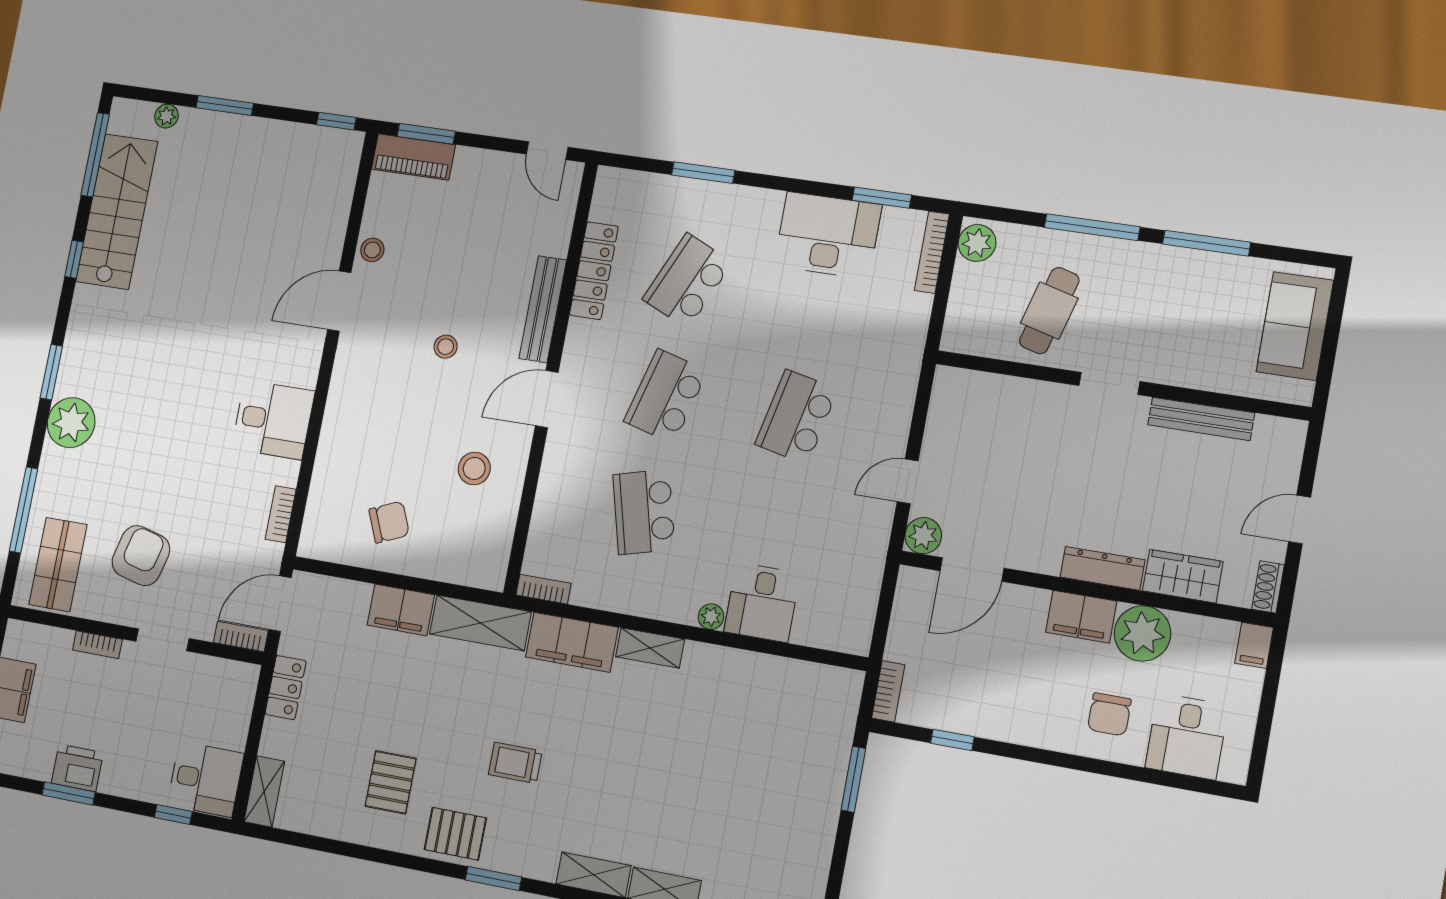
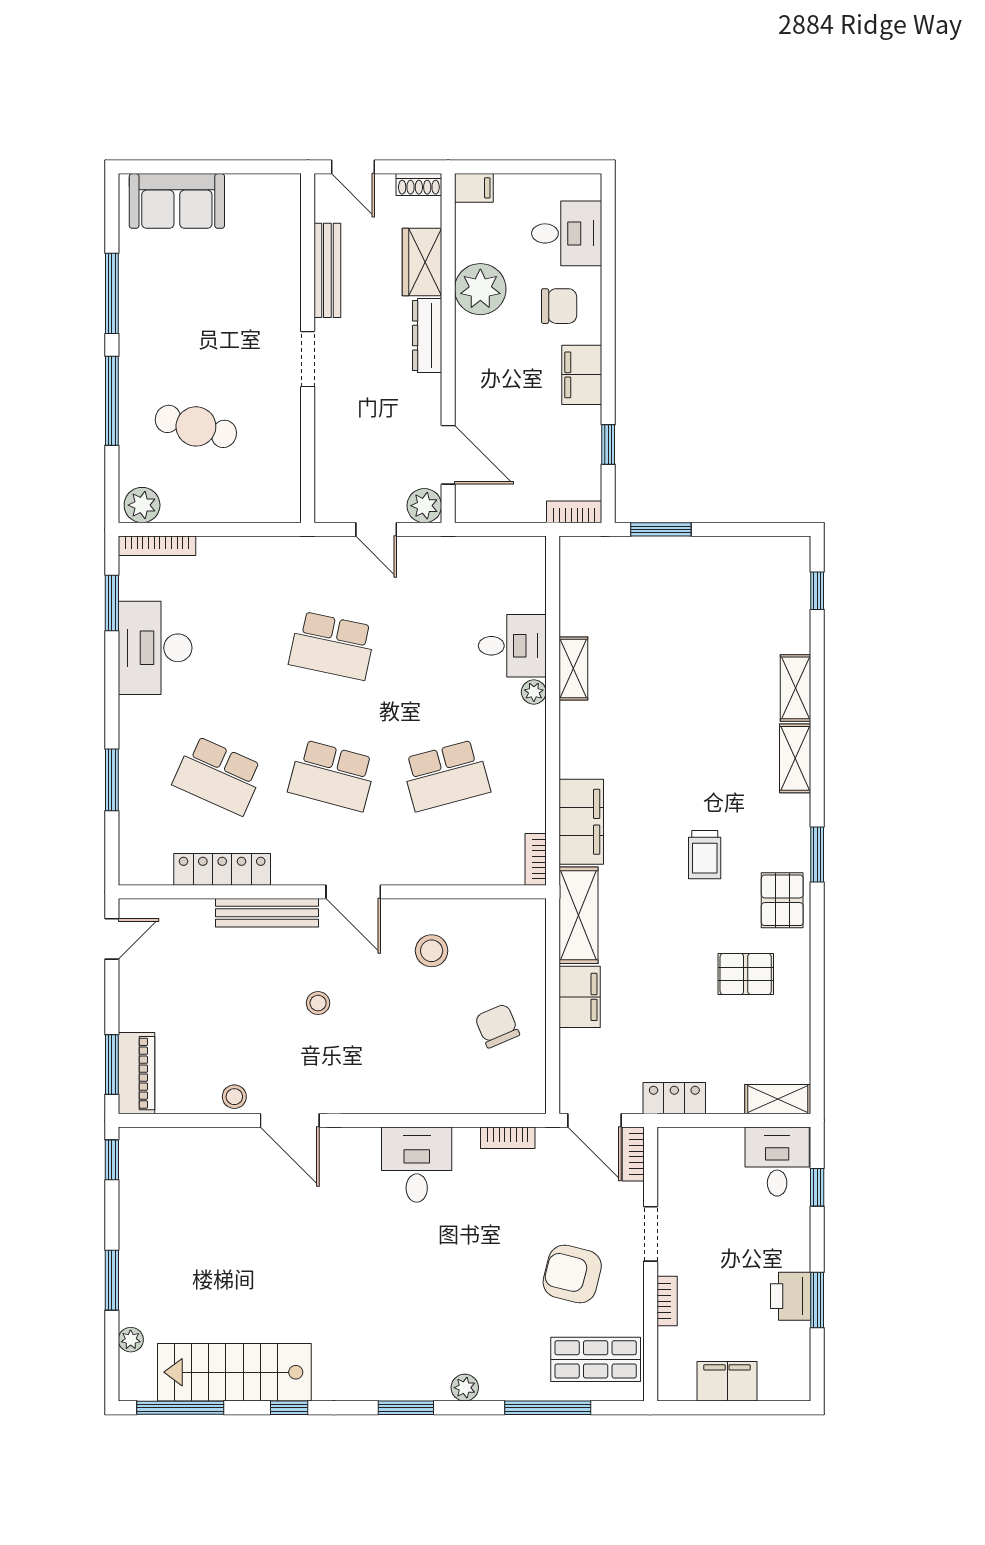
doorway: (1109, 383) -> (308, 359), moved
wall: (1121, 385) -> (308, 348), moved
bench: (1201, 419) -> (327, 270), moved
plant: (71, 423) -> (465, 1388), width x0.53, depth x0.53
filing cabinet: (1081, 617) -> (582, 375), moved, turned 180
shelving: (650, 648) -> (573, 668), moved

